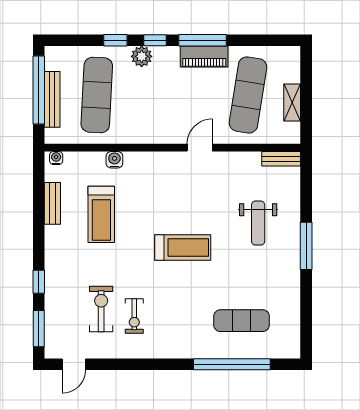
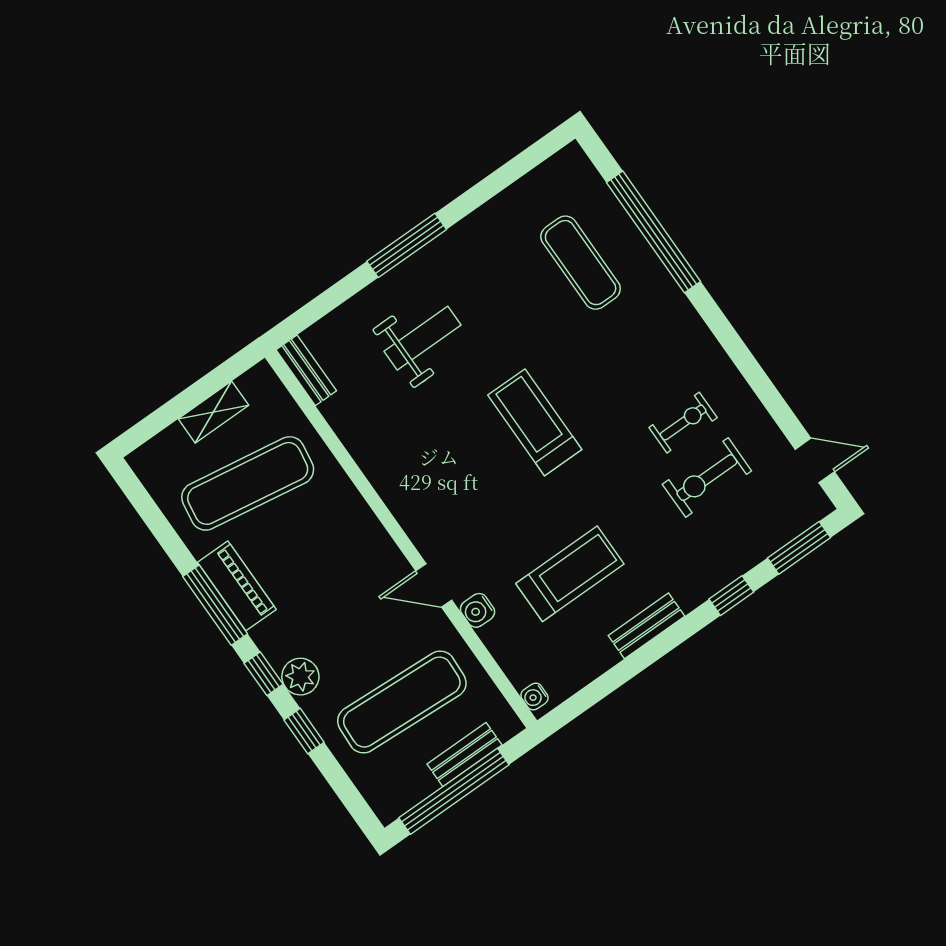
bench: (52, 99) -> (464, 755), width x0.73
door: (200, 148) -> (434, 585), moved
bench: (52, 203) -> (646, 626), moved

